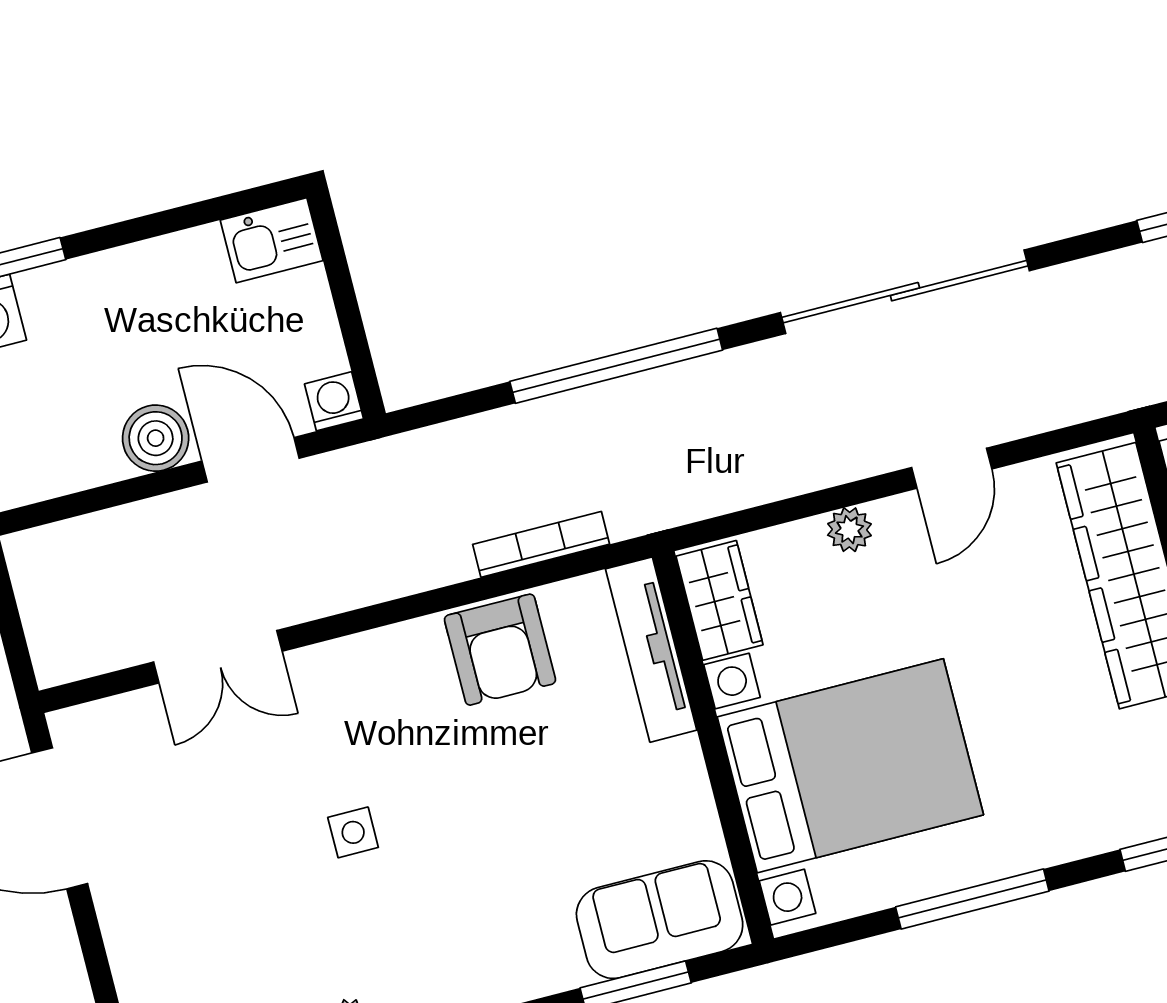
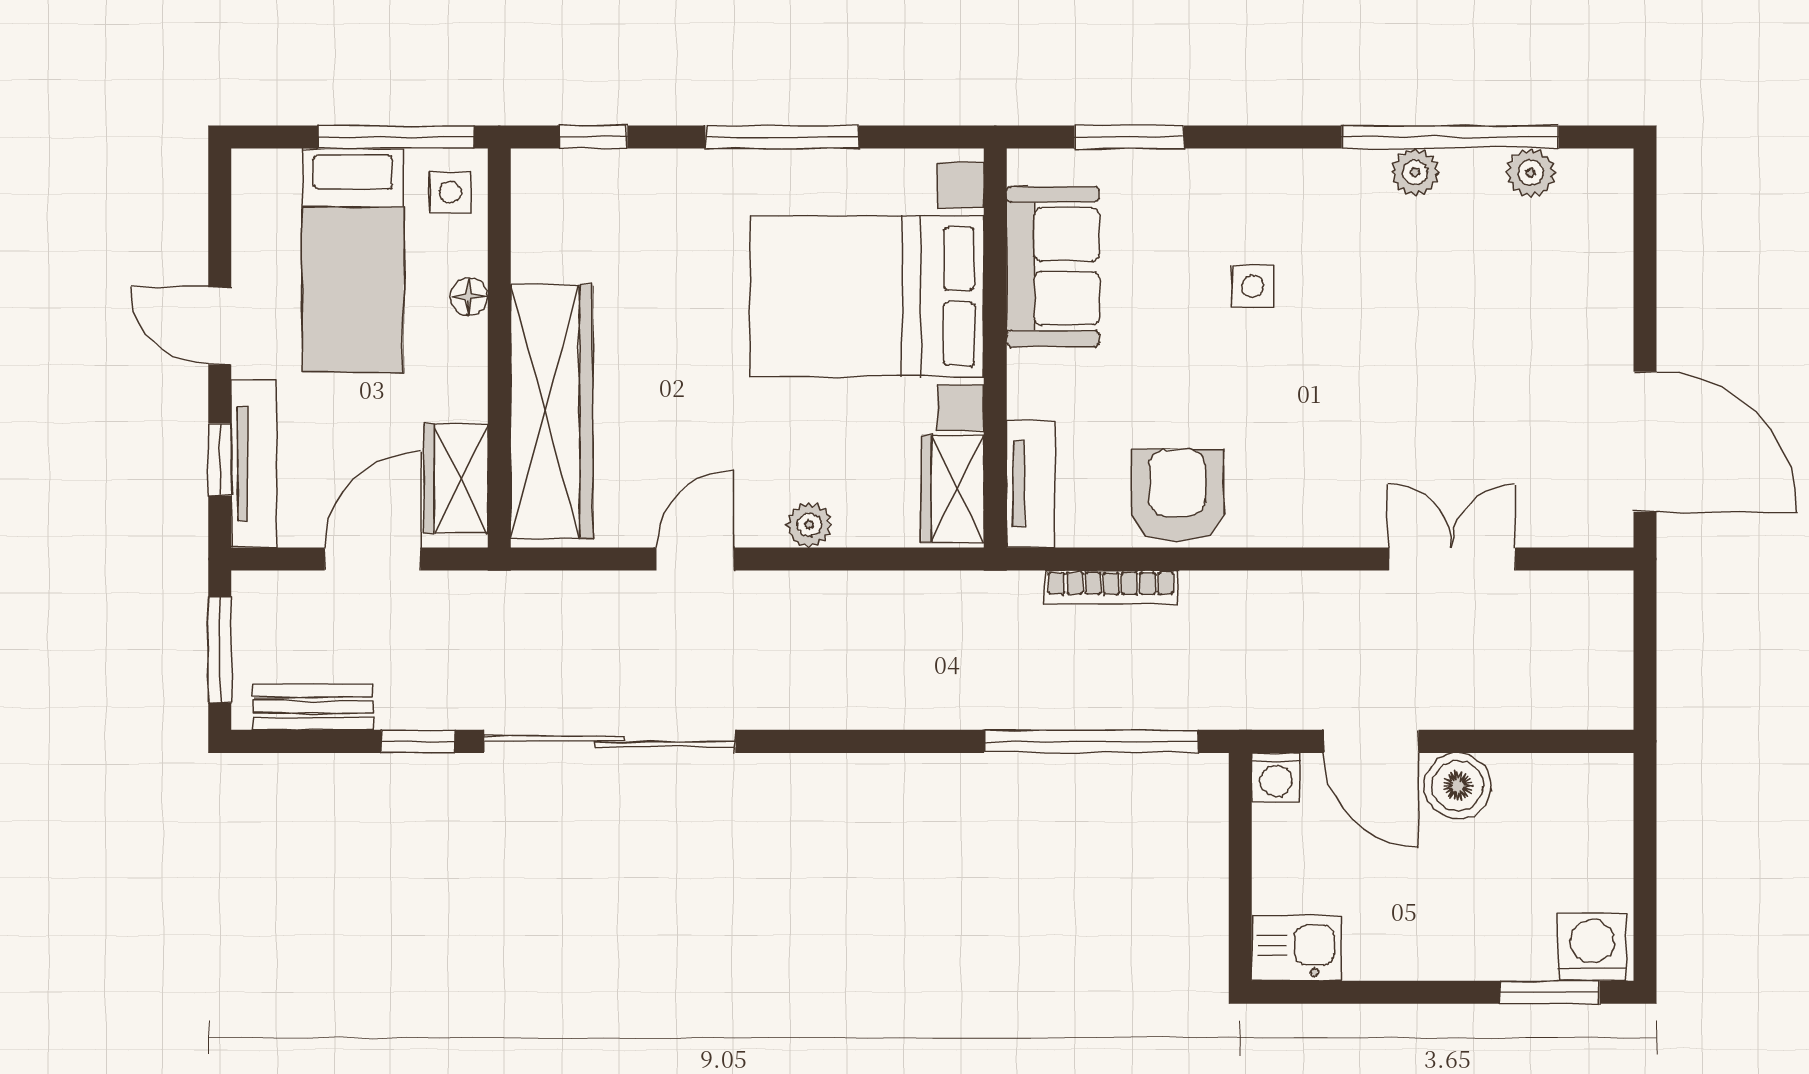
sliding door: (905, 292) -> (610, 741), moved
window: (616, 366) -> (1091, 741), moved
tv unit: (651, 650) -> (1031, 484), width x0.71
side table: (353, 832) -> (1253, 286), moved
sofa: (660, 920) -> (1053, 266), moved, turned -90

